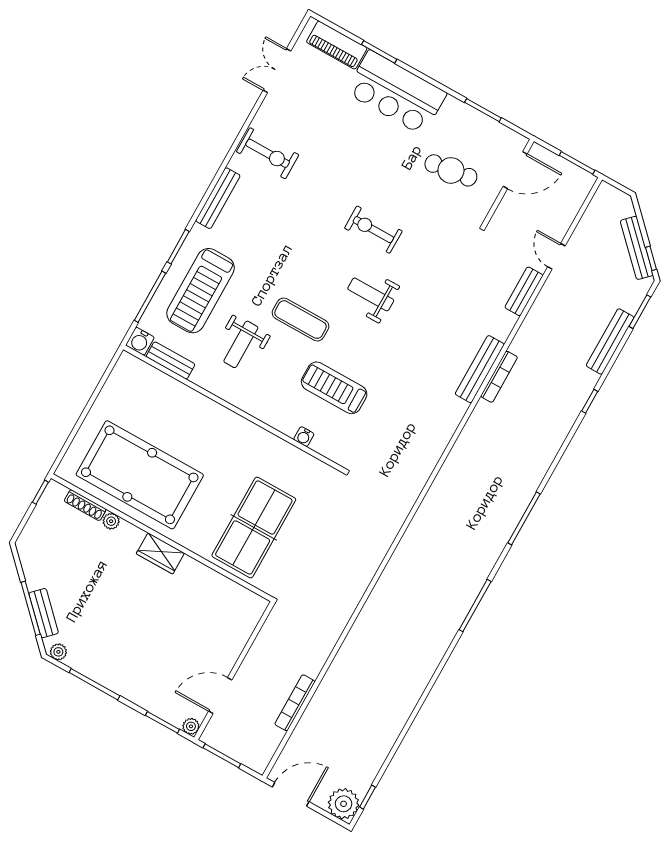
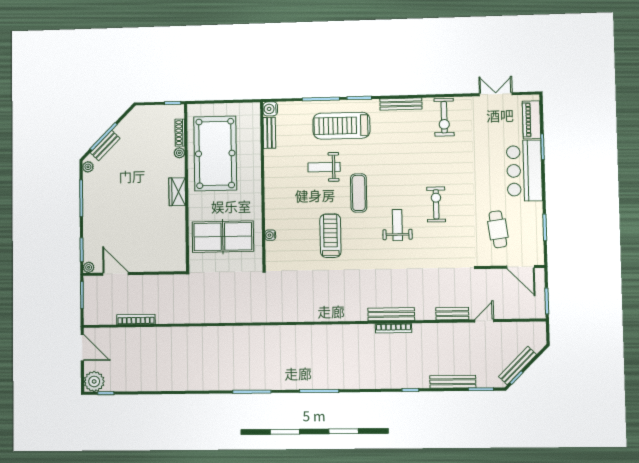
water cooler: (140, 341) -> (270, 109), moved
bench: (171, 360) -> (269, 133), moved
wall: (234, 409) -> (263, 186), moved
water cooler: (304, 437) -> (270, 235), moved

